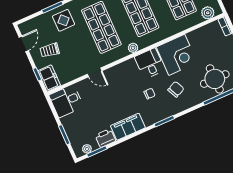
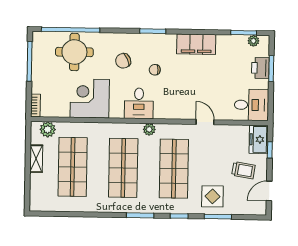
corner desk: (177, 55) -> (90, 98), moved
printer: (105, 138) -> (260, 68), moved, turned 90

